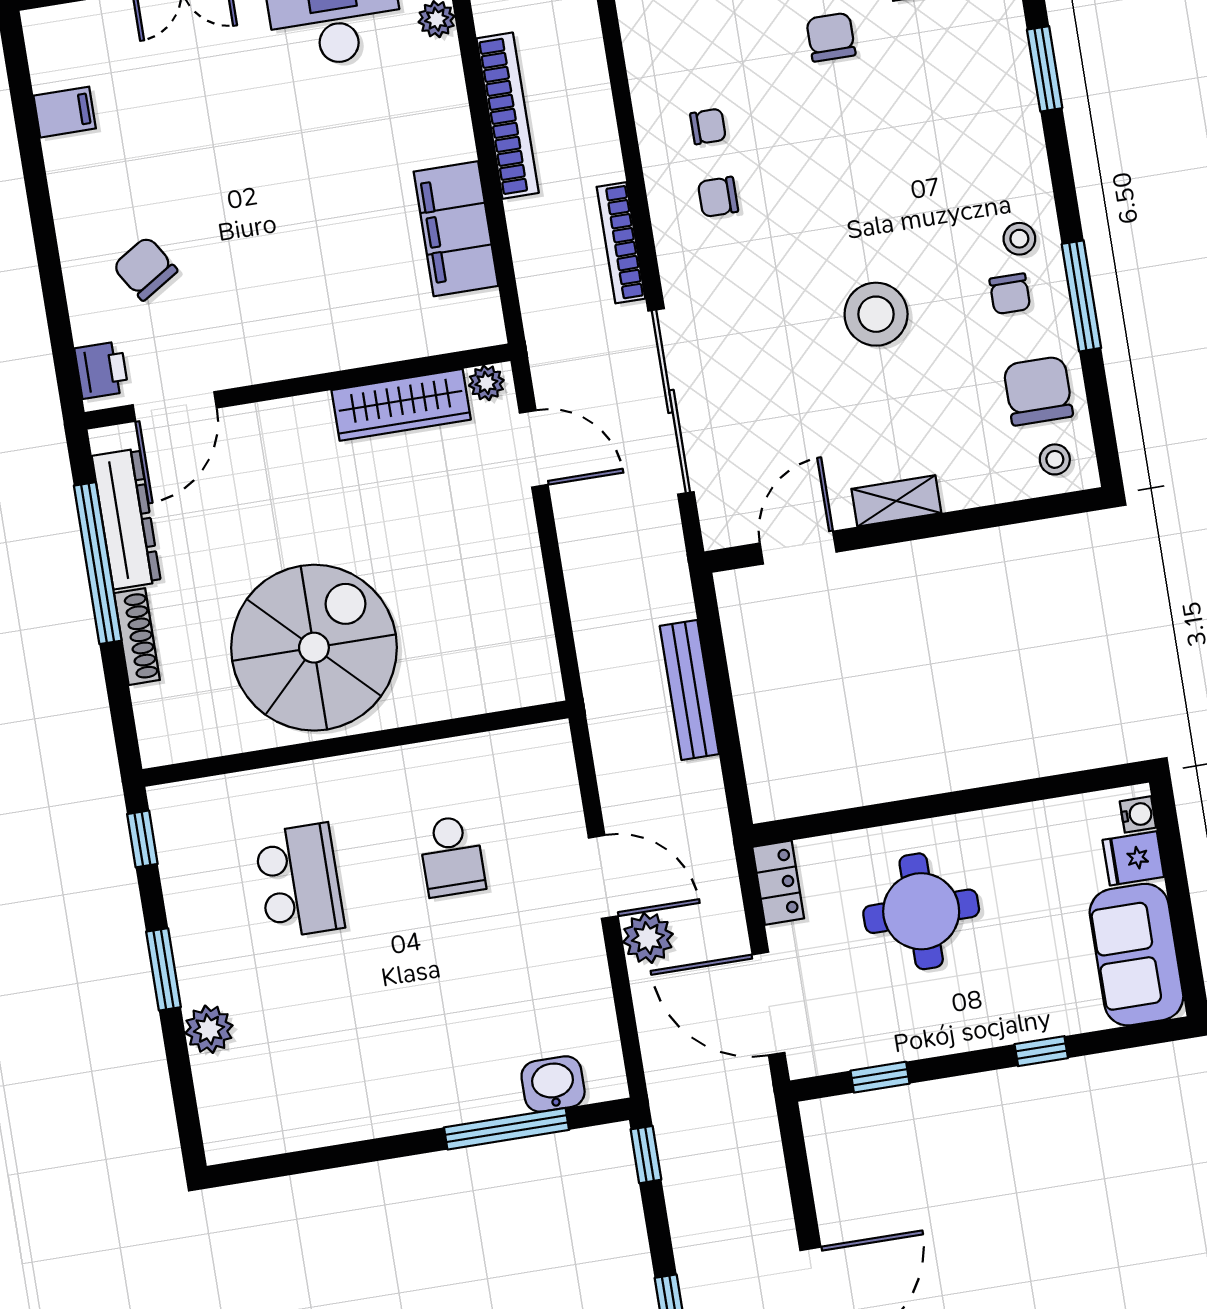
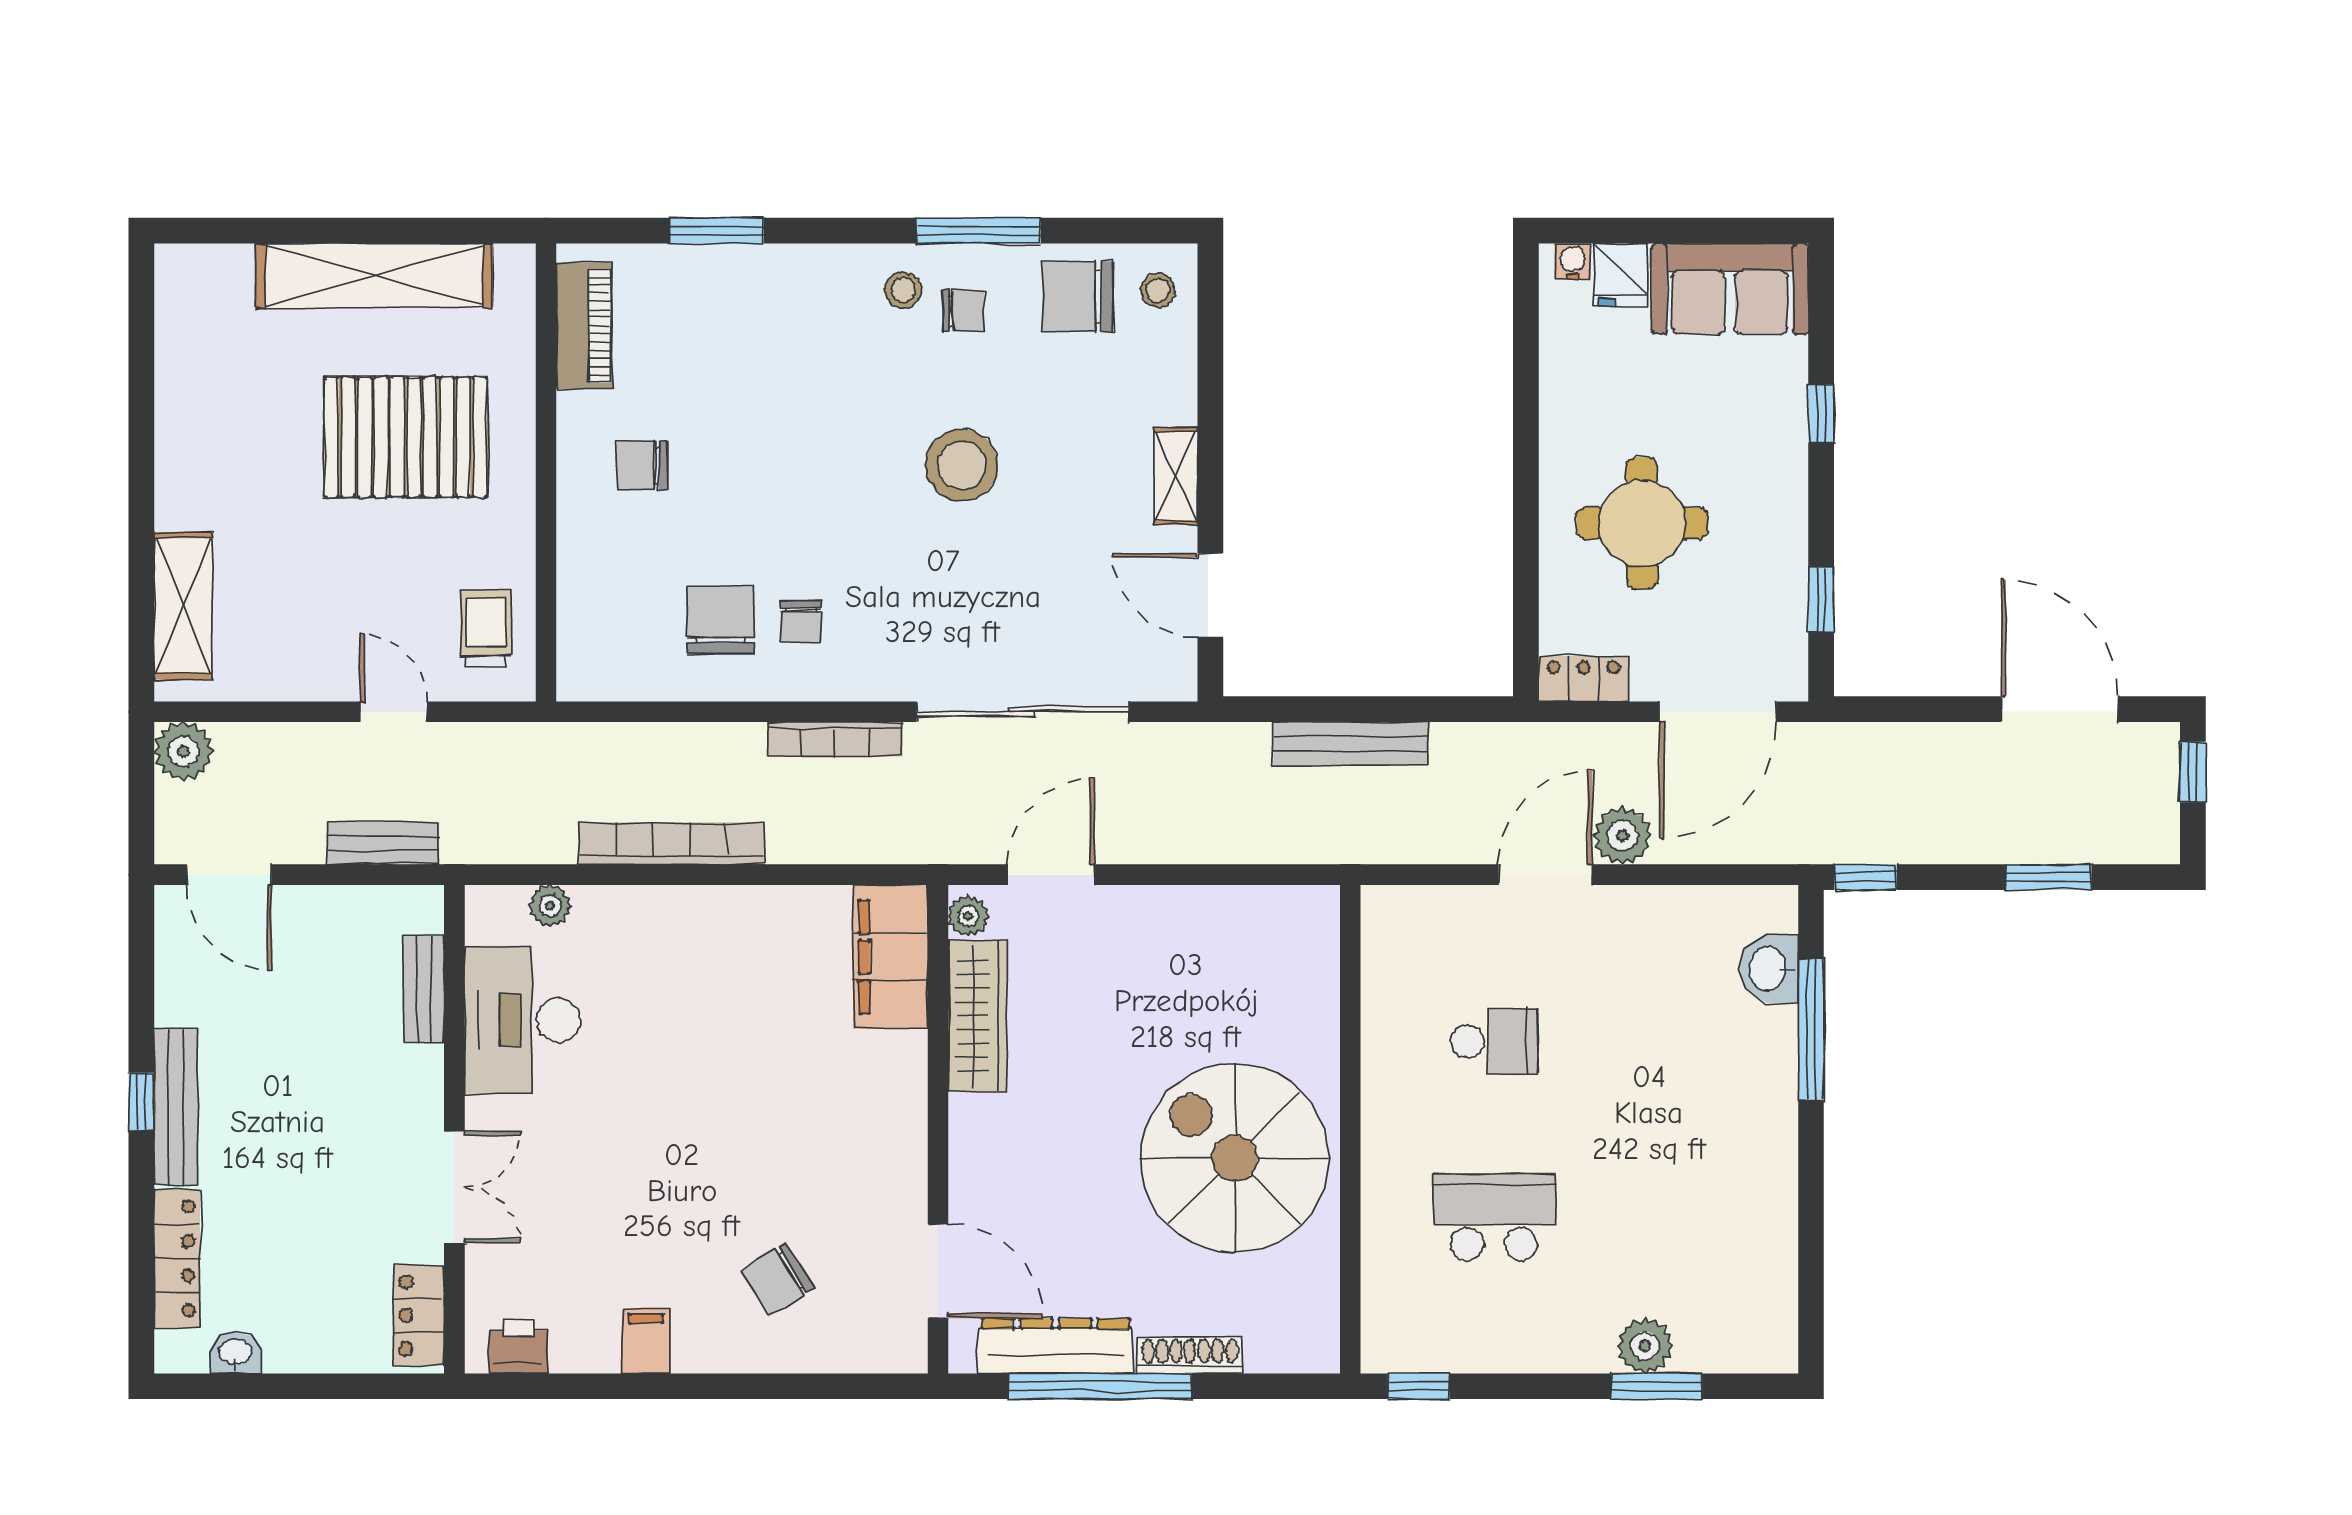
filing cabinet: (65, 112) -> (646, 1341), moved
chair: (708, 126) -> (720, 620), width x1.87, depth x1.87
filing cabinet: (456, 229) -> (890, 957), moved, turned 90
printer: (101, 370) -> (518, 1347), moved
window: (163, 969) -> (1657, 1386), moved

